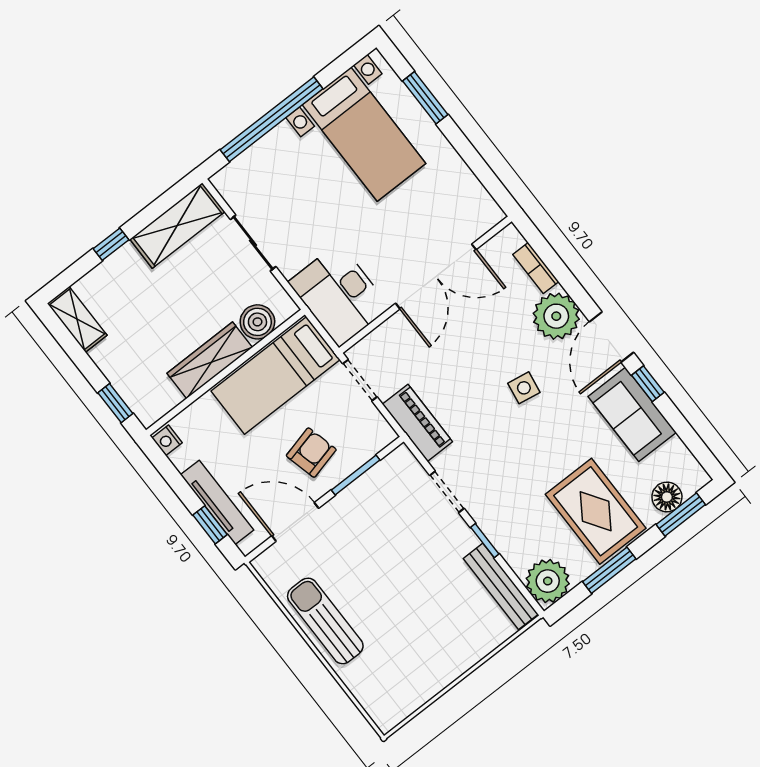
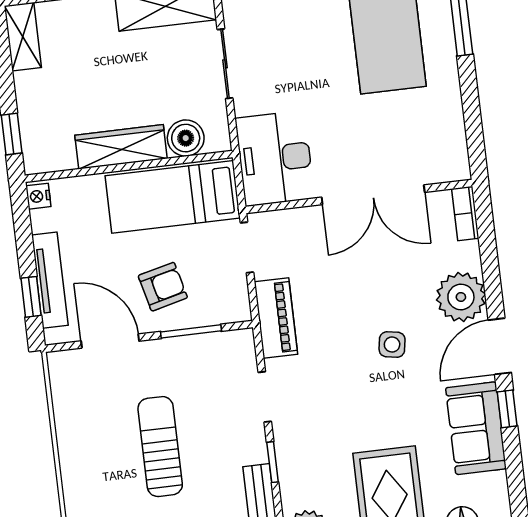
bookcase: (536, 268) -> (465, 214), moved
sun lounger: (325, 621) -> (160, 447), moved

